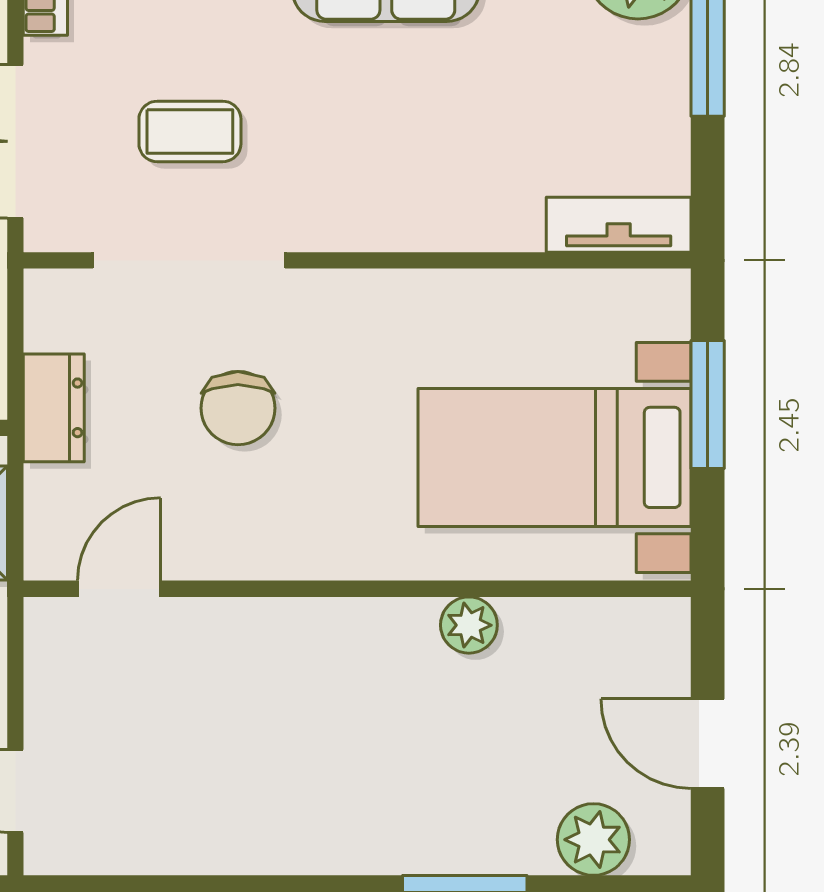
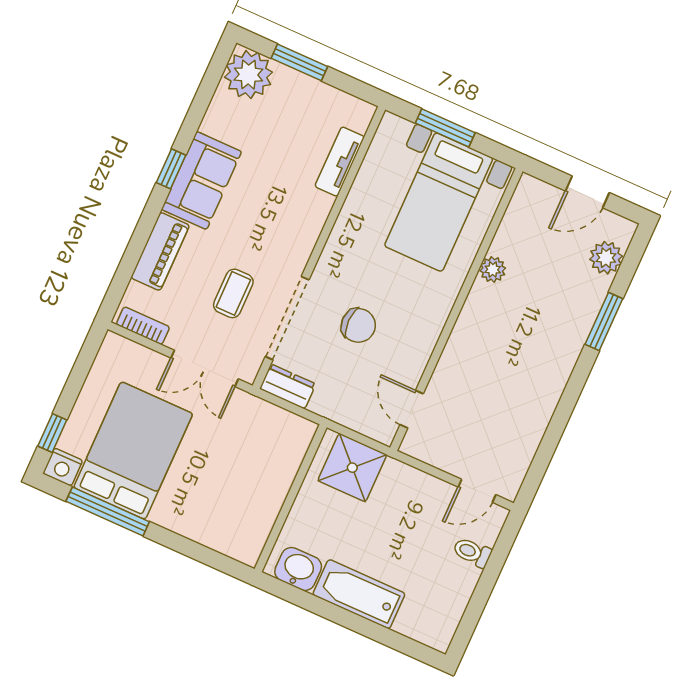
tv unit: (619, 225) -> (340, 162), moved
dresser: (54, 408) -> (288, 386), moved

